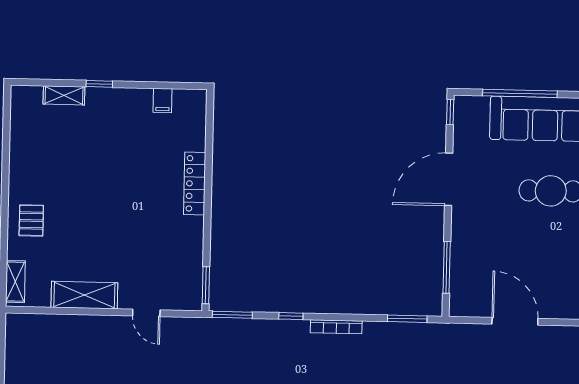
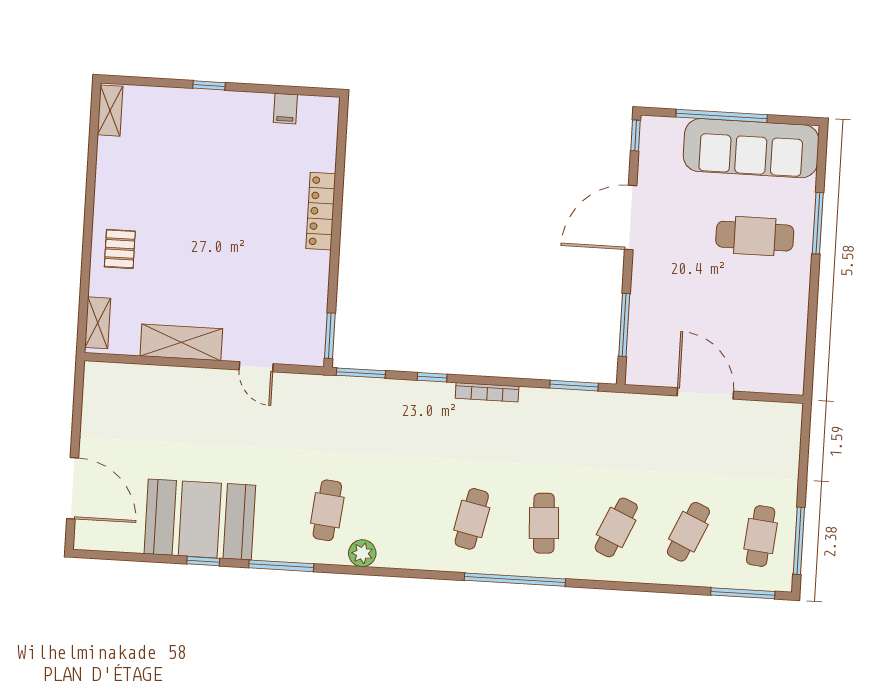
shelving: (64, 95) -> (110, 111), moved, turned 90

